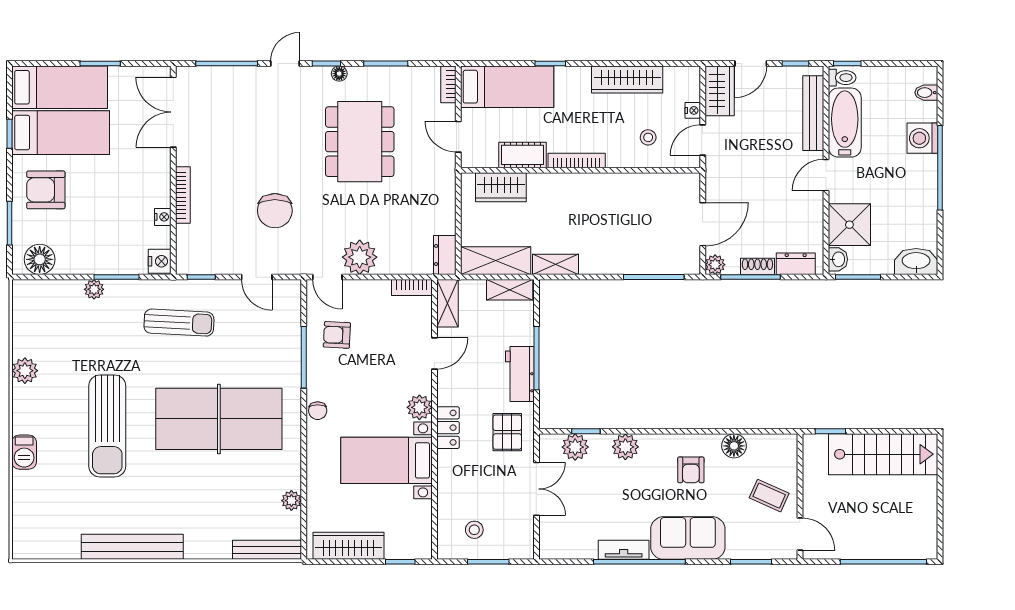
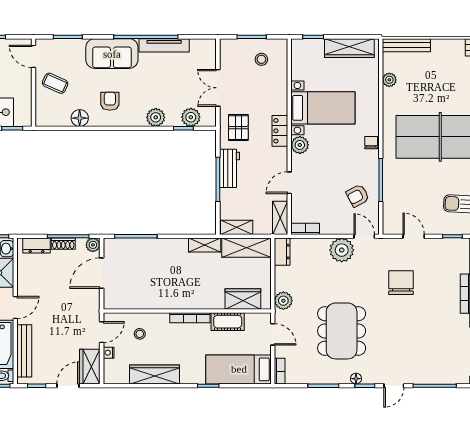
plant: (443, 185) -> (283, 301), added
armchair: (337, 335) -> (358, 196), turned 149
tv unit: (624, 550) -> (164, 45), width x1.41

